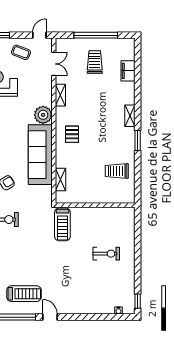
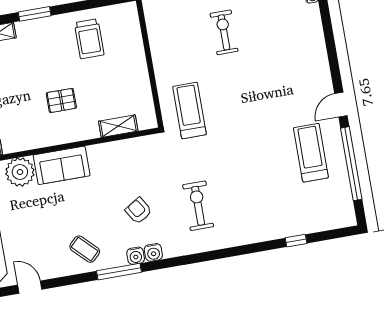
pallet: (72, 134) -> (61, 100), moved
sofa: (40, 155) -> (62, 165), width x0.54, depth x0.79
treadmill: (62, 224) -> (190, 111), turned -90

